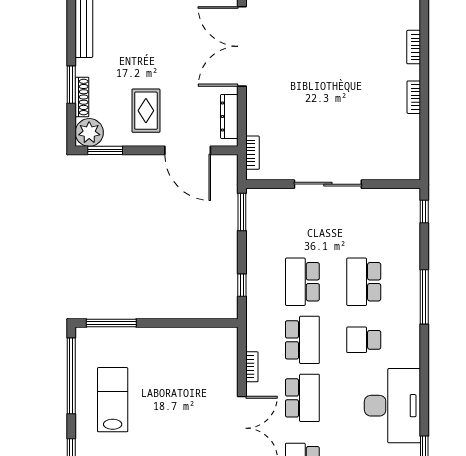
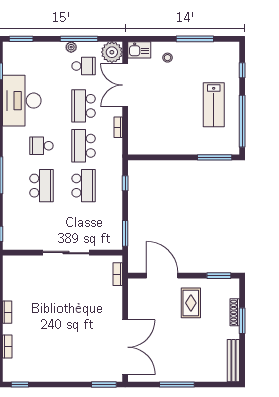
dresser: (229, 117) -> (134, 299), removed
plant: (89, 132) -> (230, 288), removed
school desk: (364, 340) -> (41, 146), turned 180

